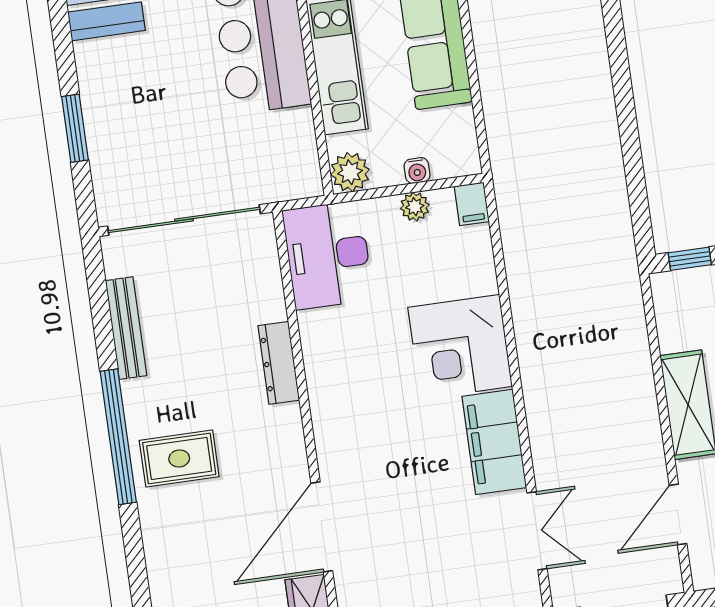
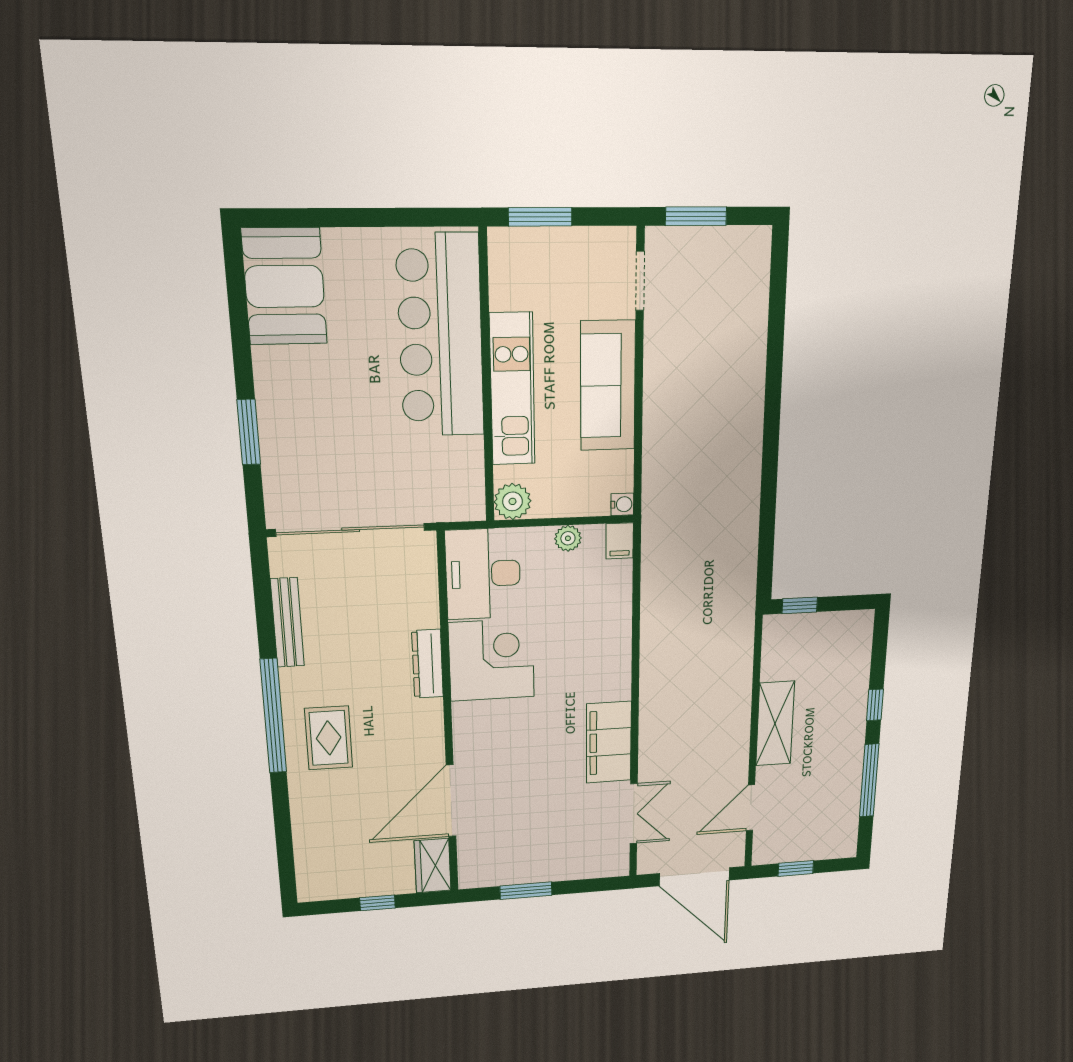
water cooler: (417, 171) -> (622, 504), moved, turned -90
corner desk: (460, 347) -> (492, 660), moved, turned 180
rug: (179, 459) -> (329, 738), turned 90

